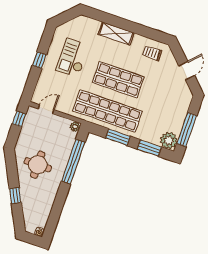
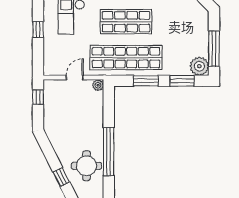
door: (46, 109) -> (75, 78), moved
window: (73, 162) -> (109, 152), moved
round table: (38, 165) -> (86, 166), moved

